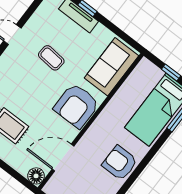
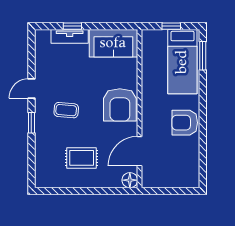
coffee table: (51, 58) -> (66, 110), moved
sofa: (111, 67) -> (113, 43), moved, turned -90

